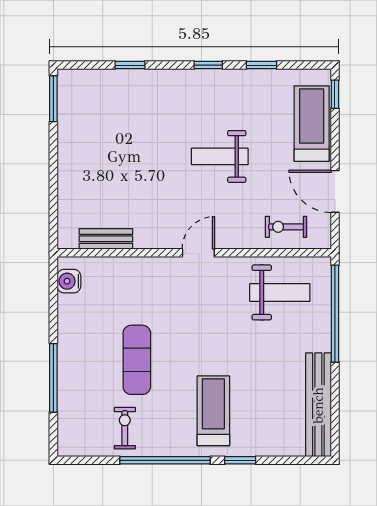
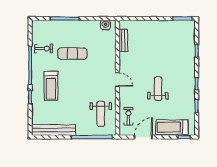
treadmill: (312, 124) -> (172, 127), turned 180
treadmill: (213, 411) -> (51, 86), turned 90

